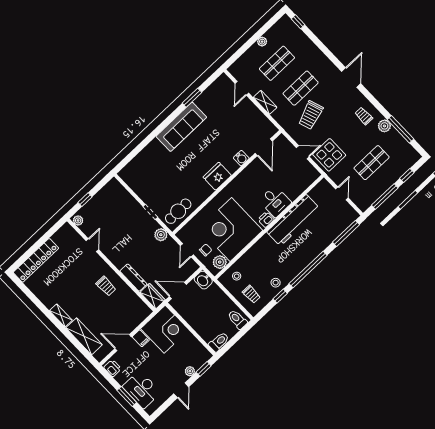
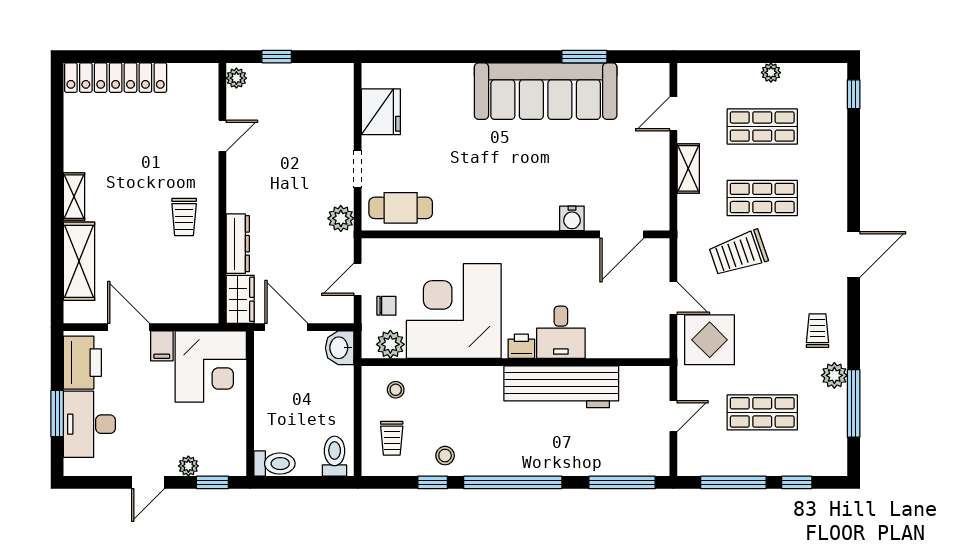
sofa: (181, 127) -> (546, 91), width x1.36, depth x1.27
fridge: (217, 176) -> (381, 112), moved, turned 90
printer: (113, 368) -> (82, 363), width x1.87, depth x1.48

